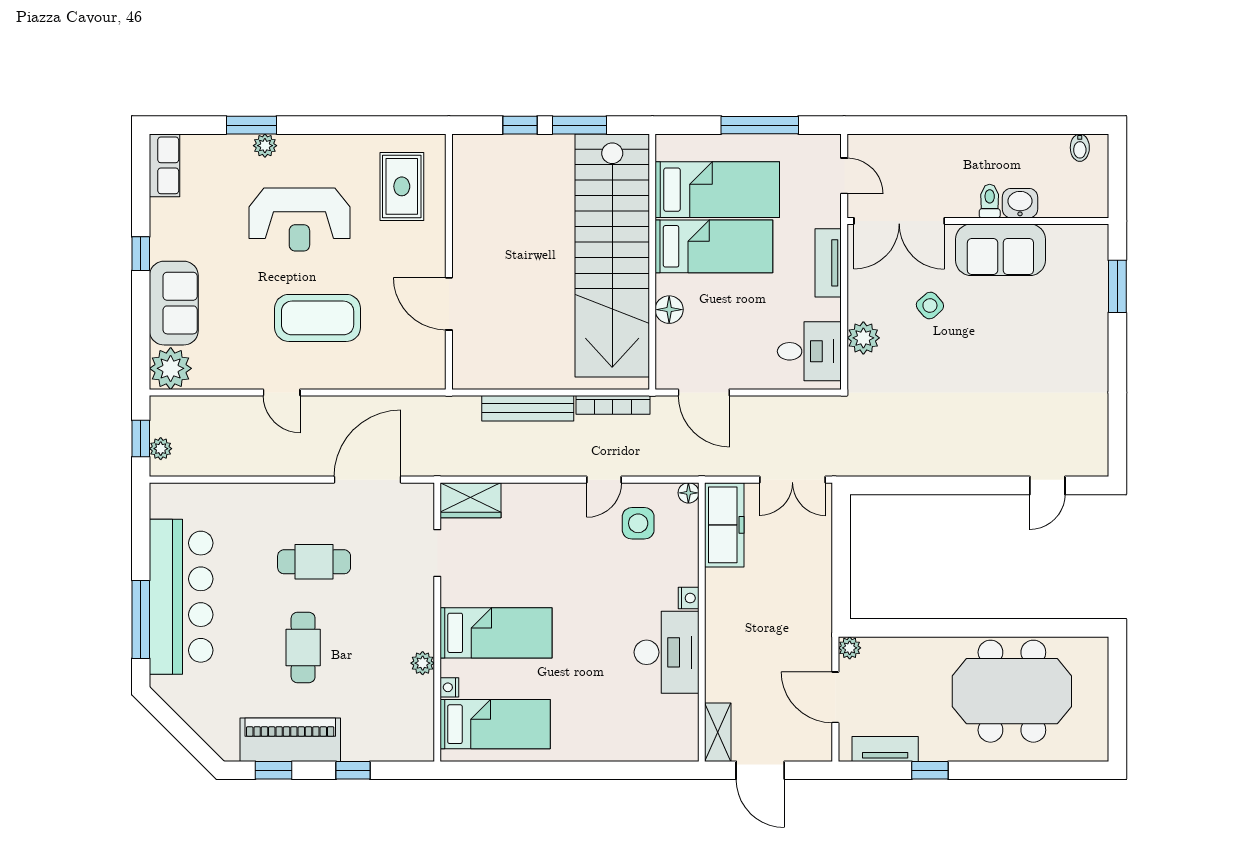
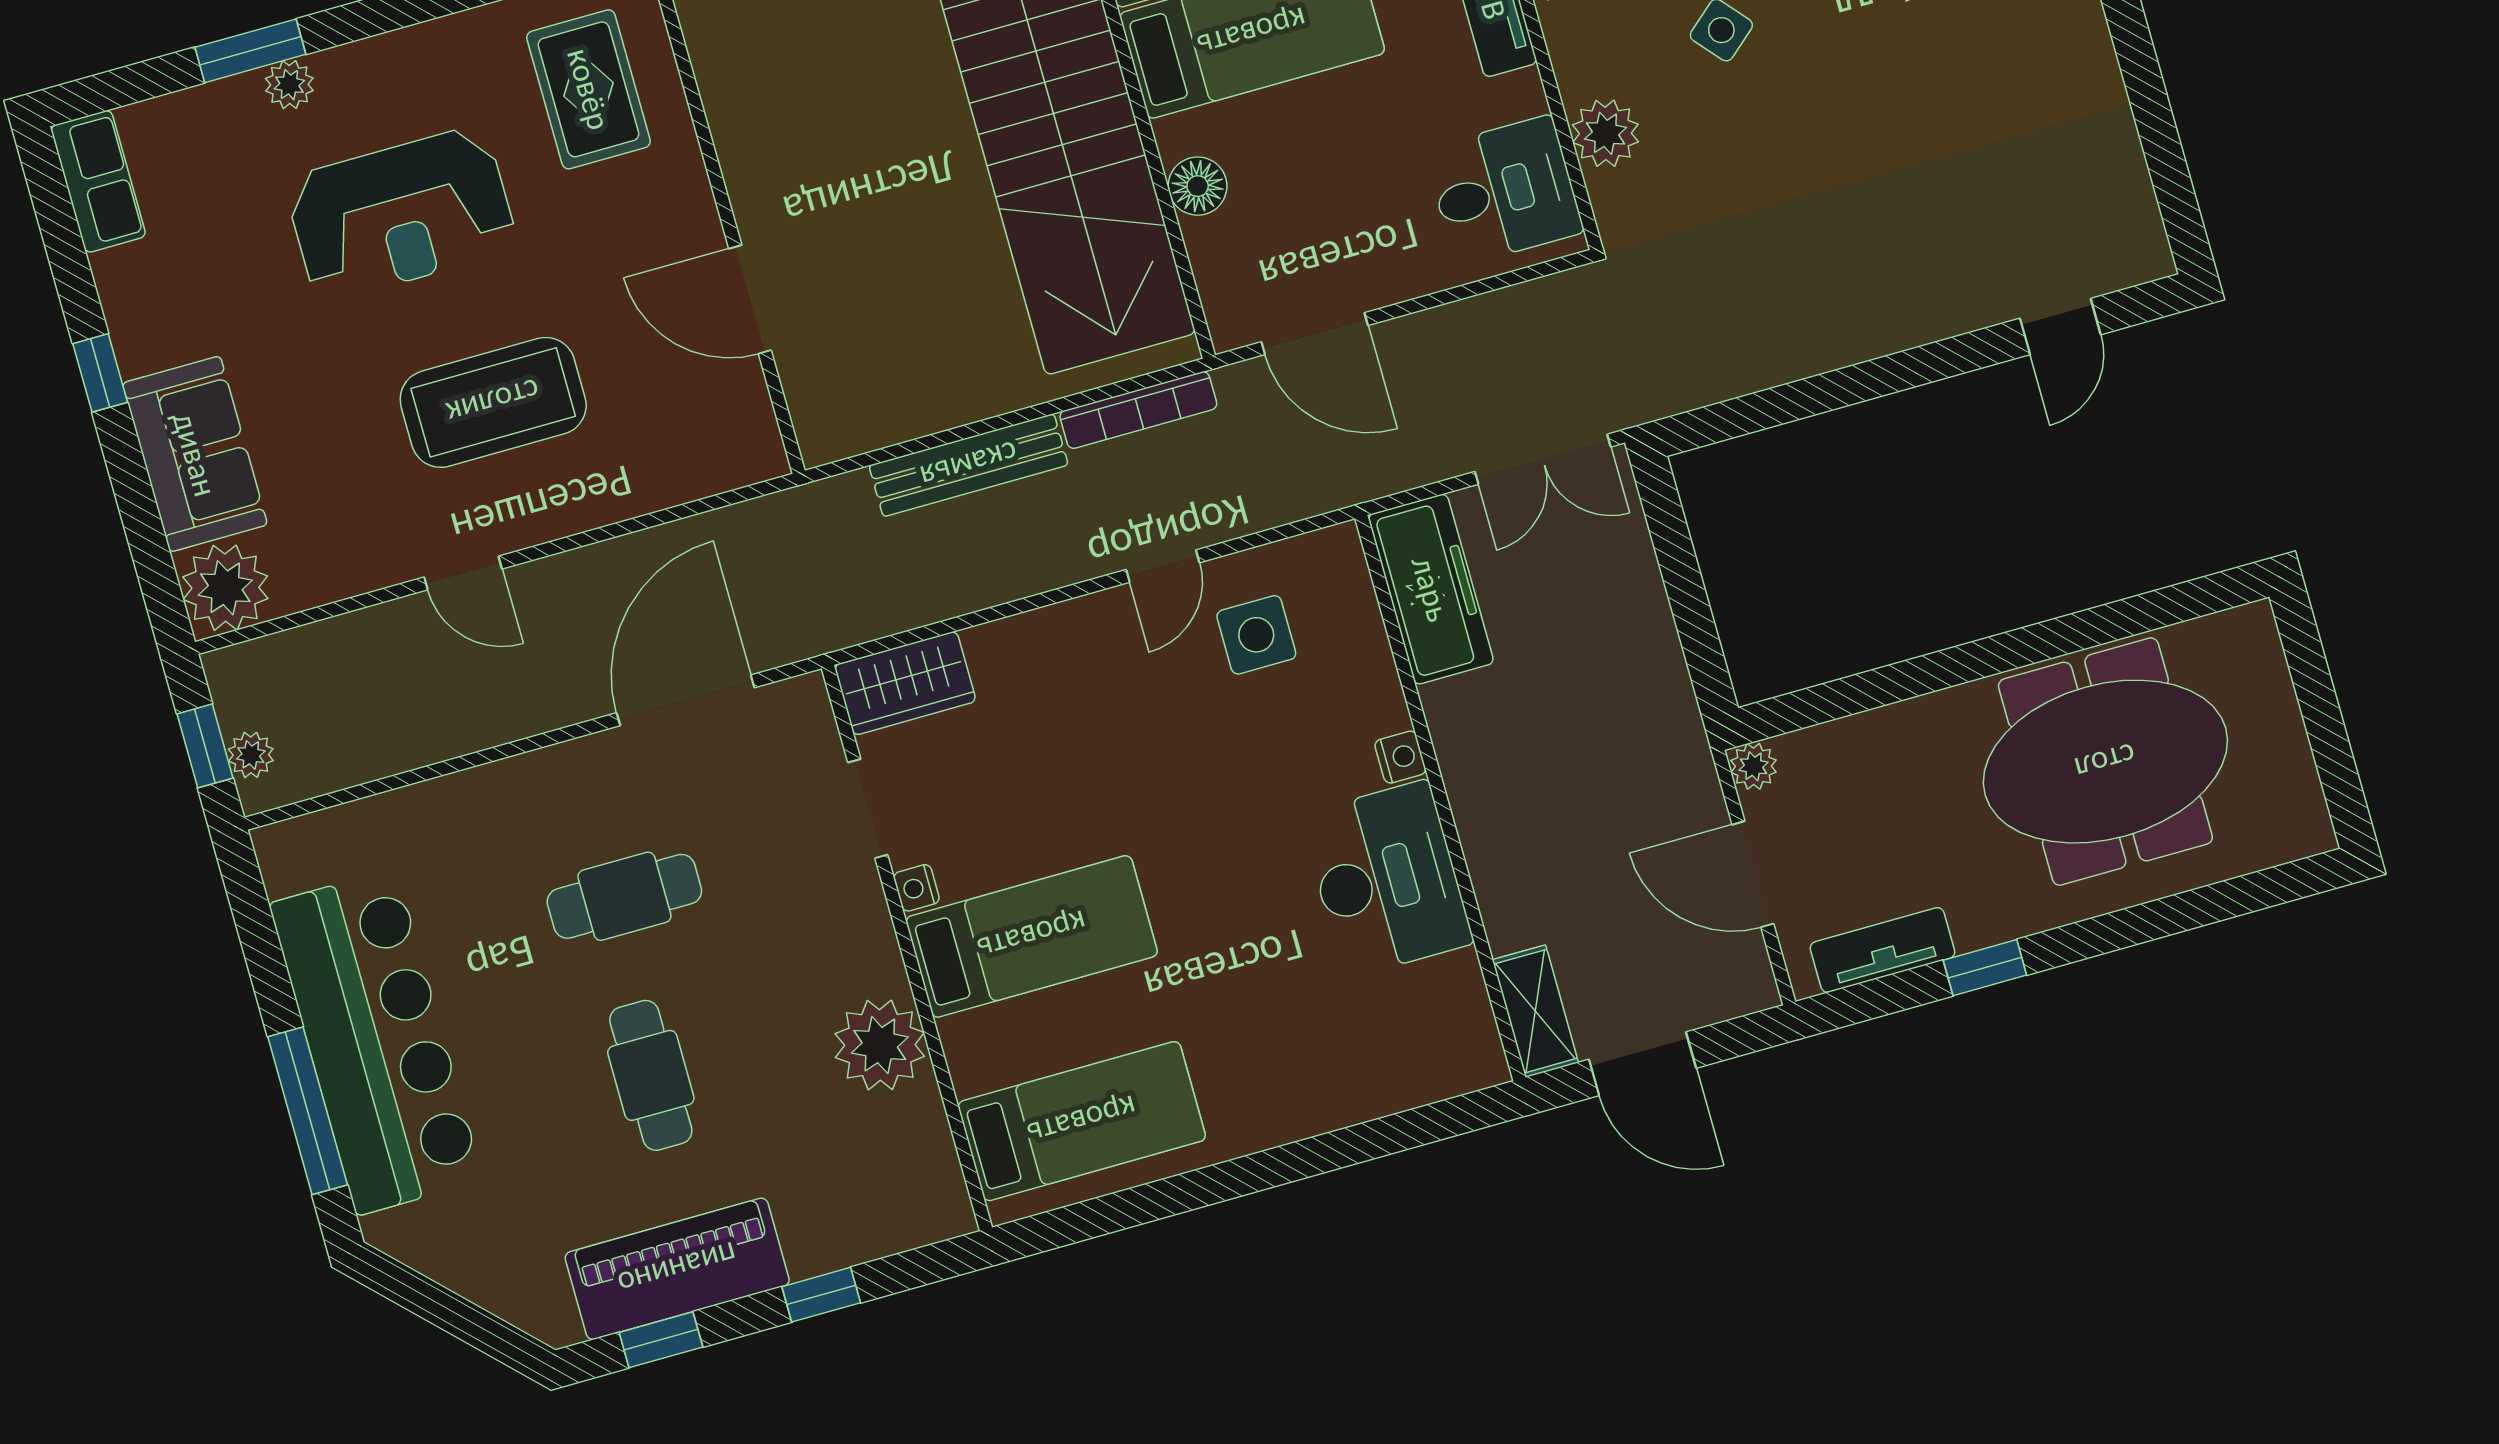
floor lamp: (688, 493) -> (1341, 545), removed
plant: (423, 663) -> (880, 1045), width x1.88, depth x1.88
nightstand: (449, 687) -> (916, 888), moved

